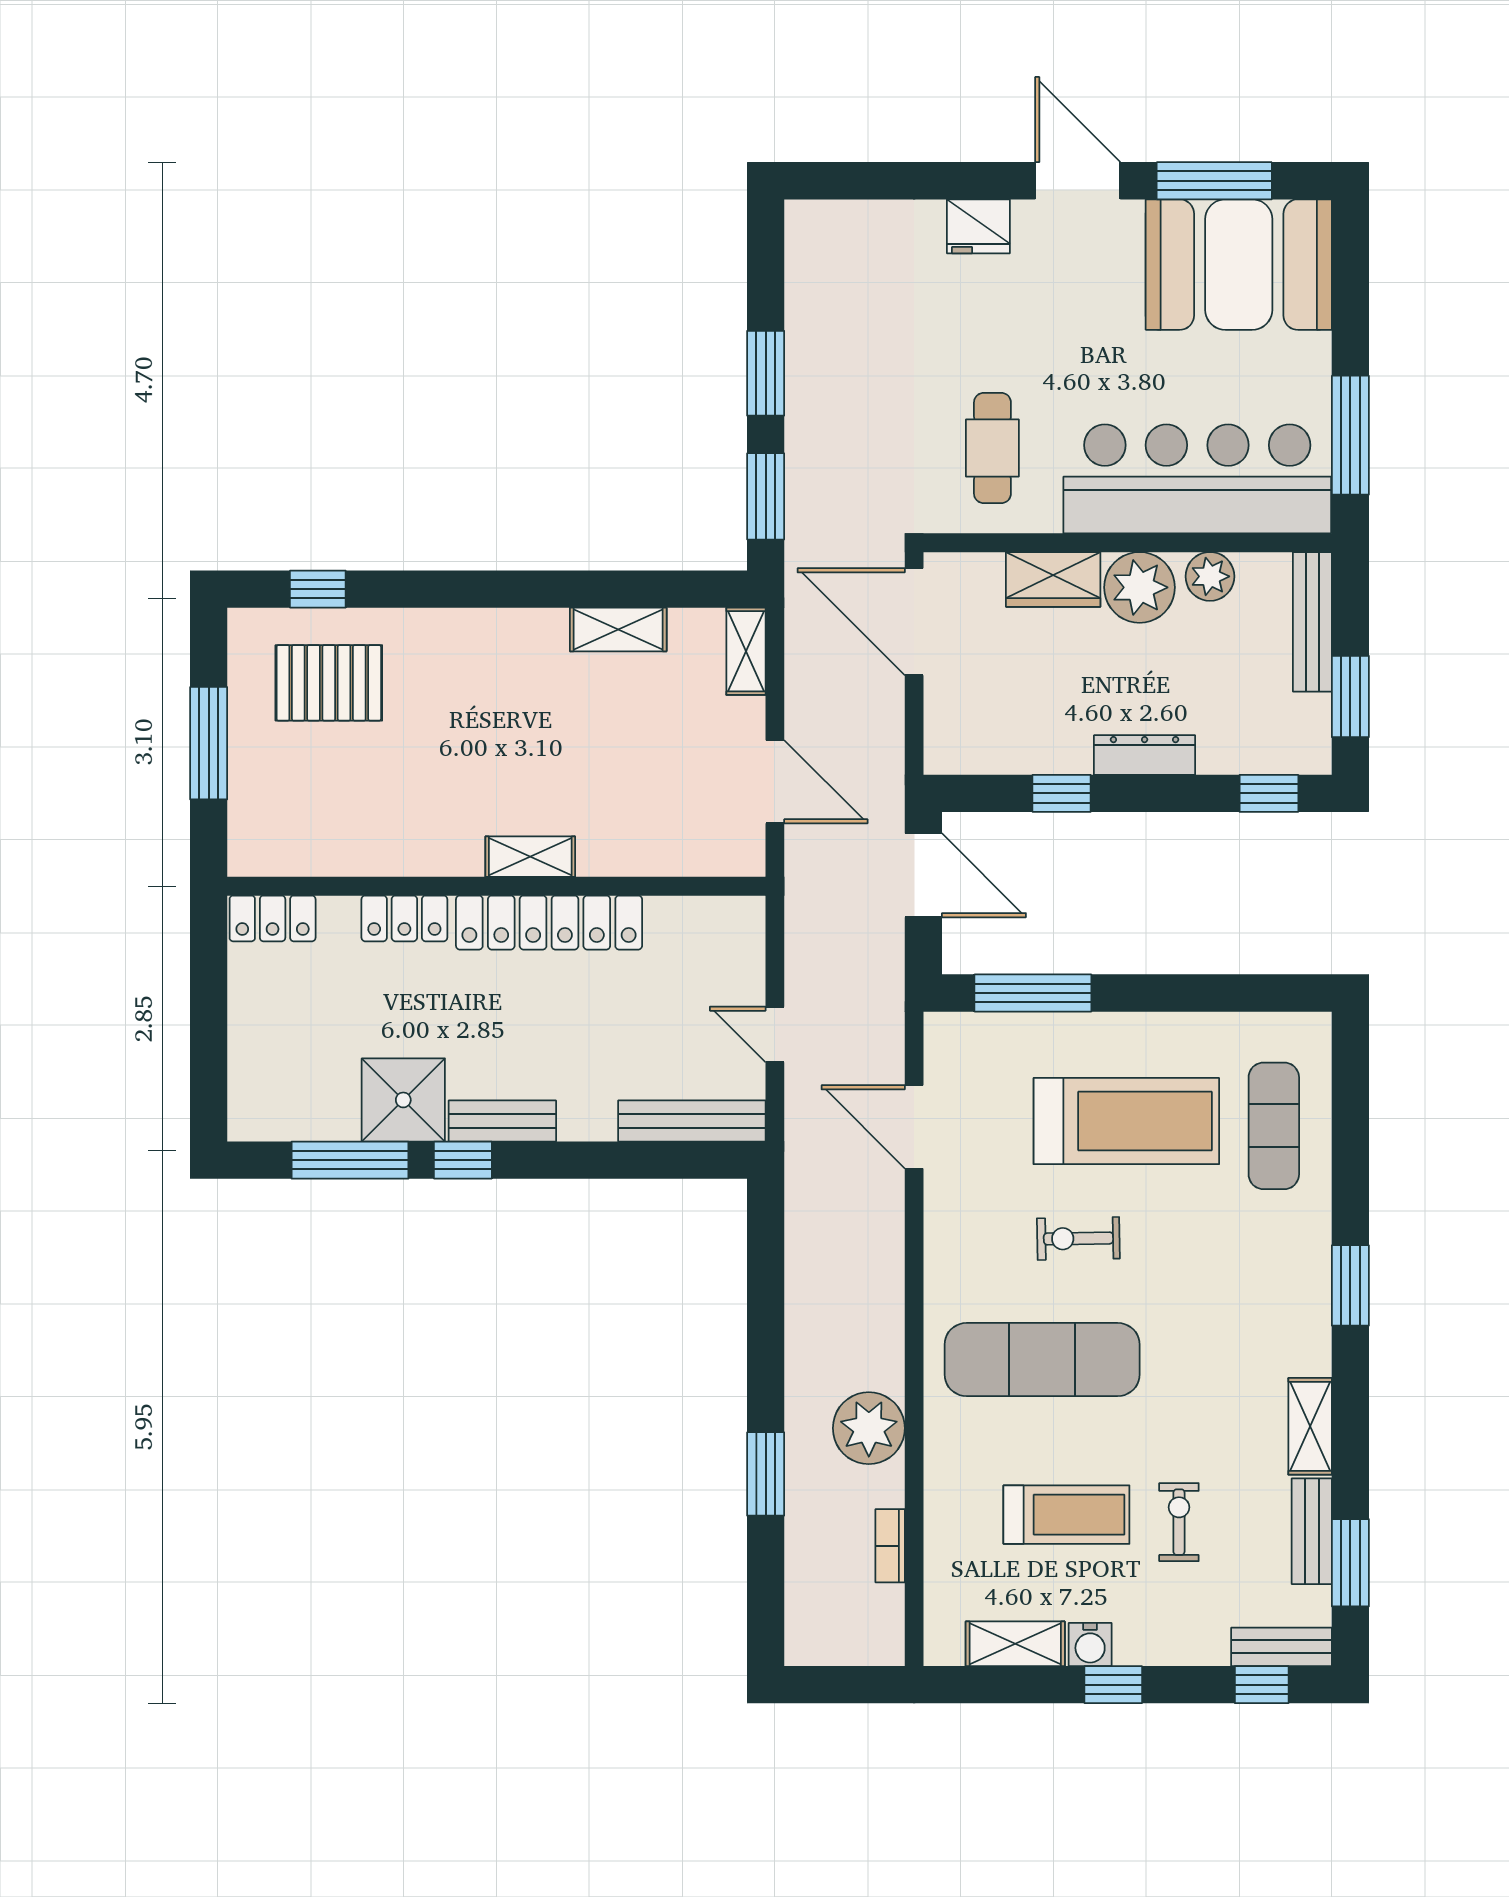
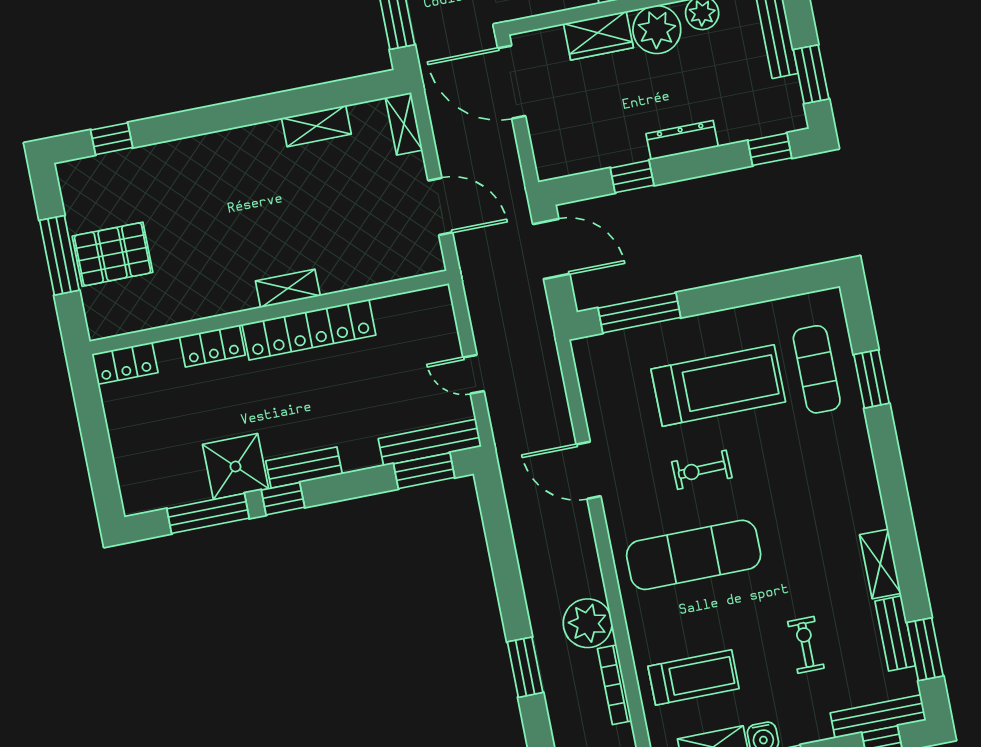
pallet: (329, 683) -> (113, 254), moved
door: (914, 1127) -> (589, 470), moved
window: (676, 1160) -> (424, 471), added
window: (1350, 1285) -> (871, 379), moved
treadmill: (1066, 1515) -> (694, 677), moved
bookcase: (890, 1546) -> (615, 685), width x1.56
bench: (1282, 1647) -> (878, 717), width x1.36

